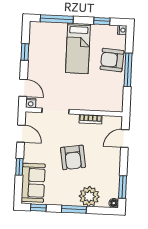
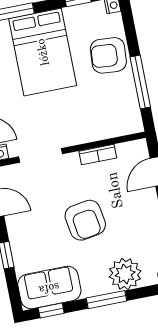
bed: (78, 48) -> (43, 52), width x1.50
window: (128, 70) -> (140, 82), moved
sofa: (33, 183) -> (49, 288), moved, turned -90

